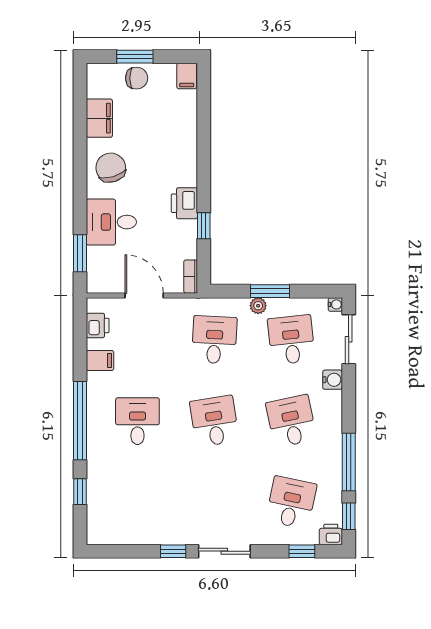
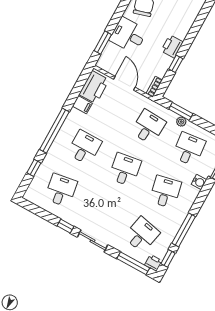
window: (270, 291) -> (181, 111), moved
printer: (98, 325) -> (94, 87), width x1.87, depth x1.48
desk: (137, 503) -> (61, 190), added
window: (302, 551) -> (133, 263), width x2.17

